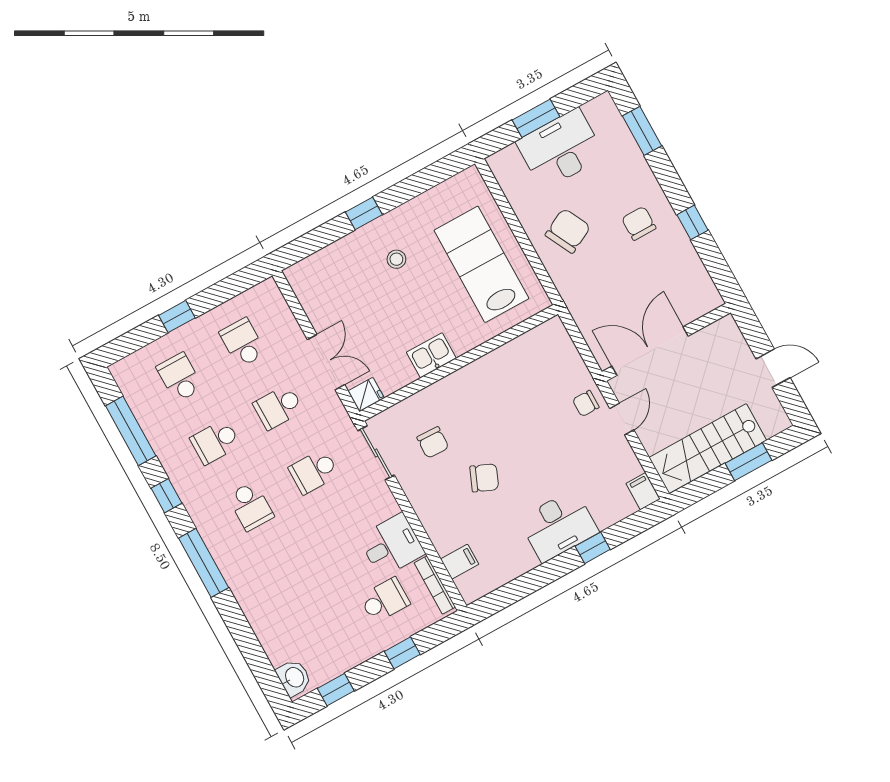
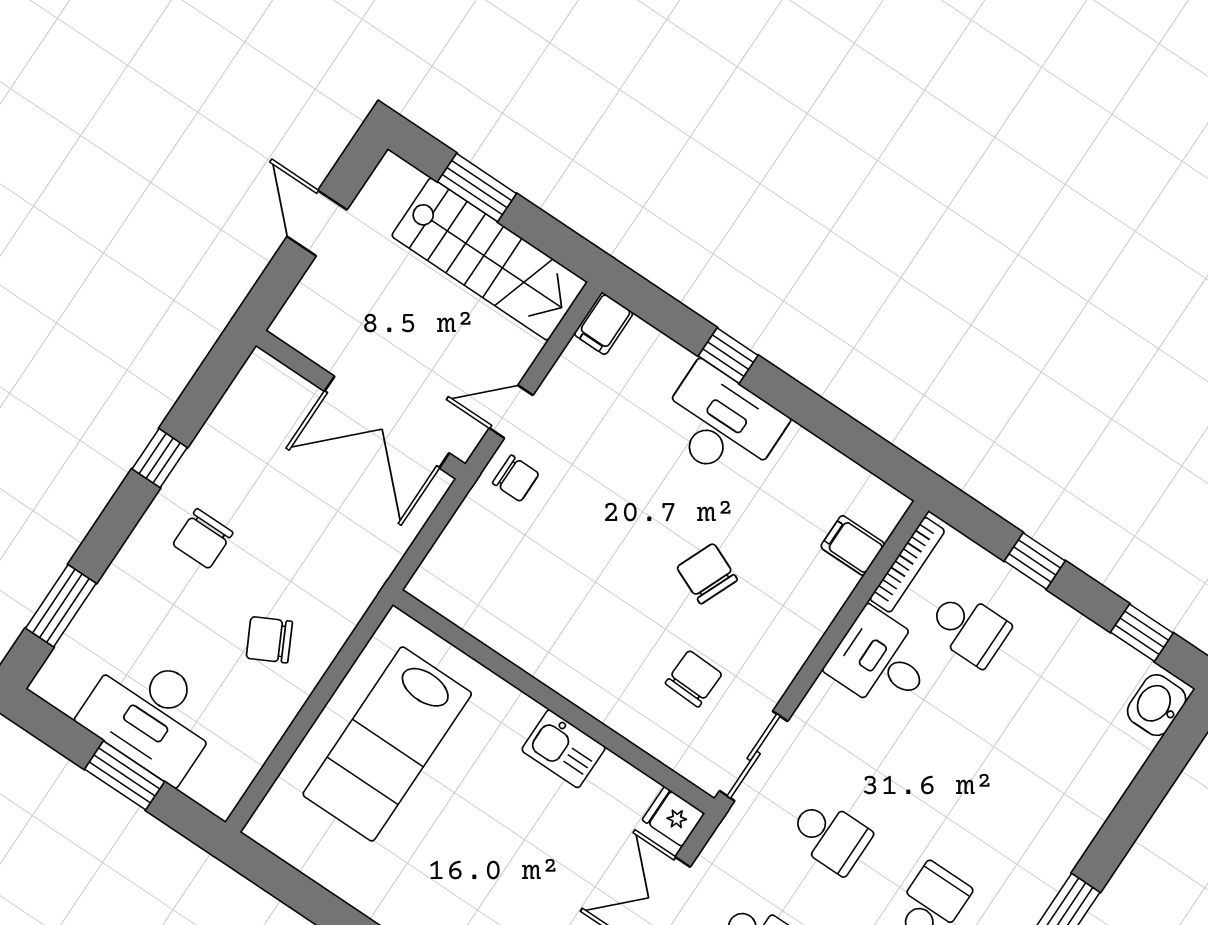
chair: (568, 231) -> (269, 640), width x0.73, depth x0.73
stool: (396, 259) -> (446, 876), removed
school desk: (385, 600) -> (969, 628), turned 180

